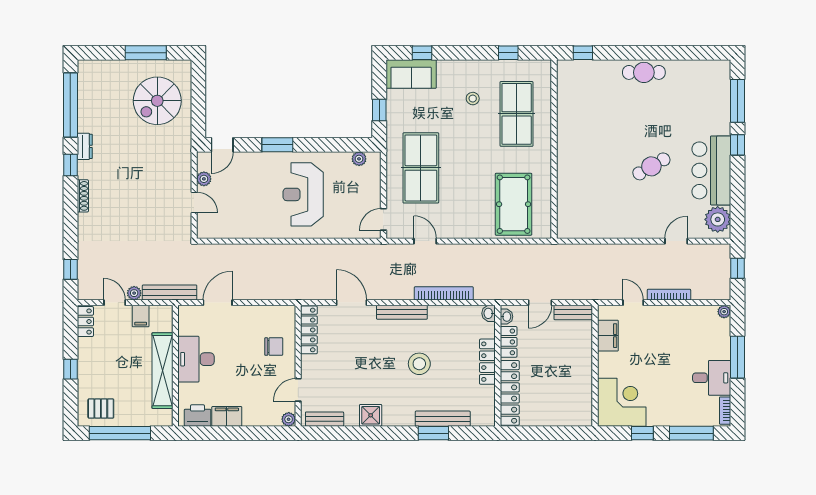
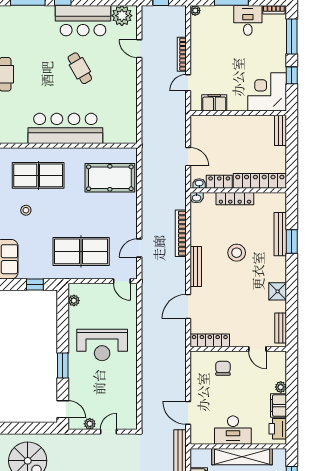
bar counter: (576, 148) -> (65, 128), added
bench: (573, 312) -> (280, 130), moved
plant: (289, 419) -> (281, 387), moved

